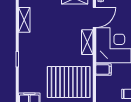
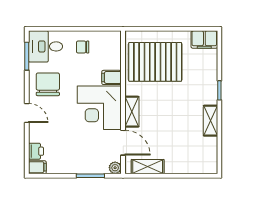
door: (94, 17) -> (123, 143), swing flipped
shelving: (24, 20) -> (211, 121), moved

